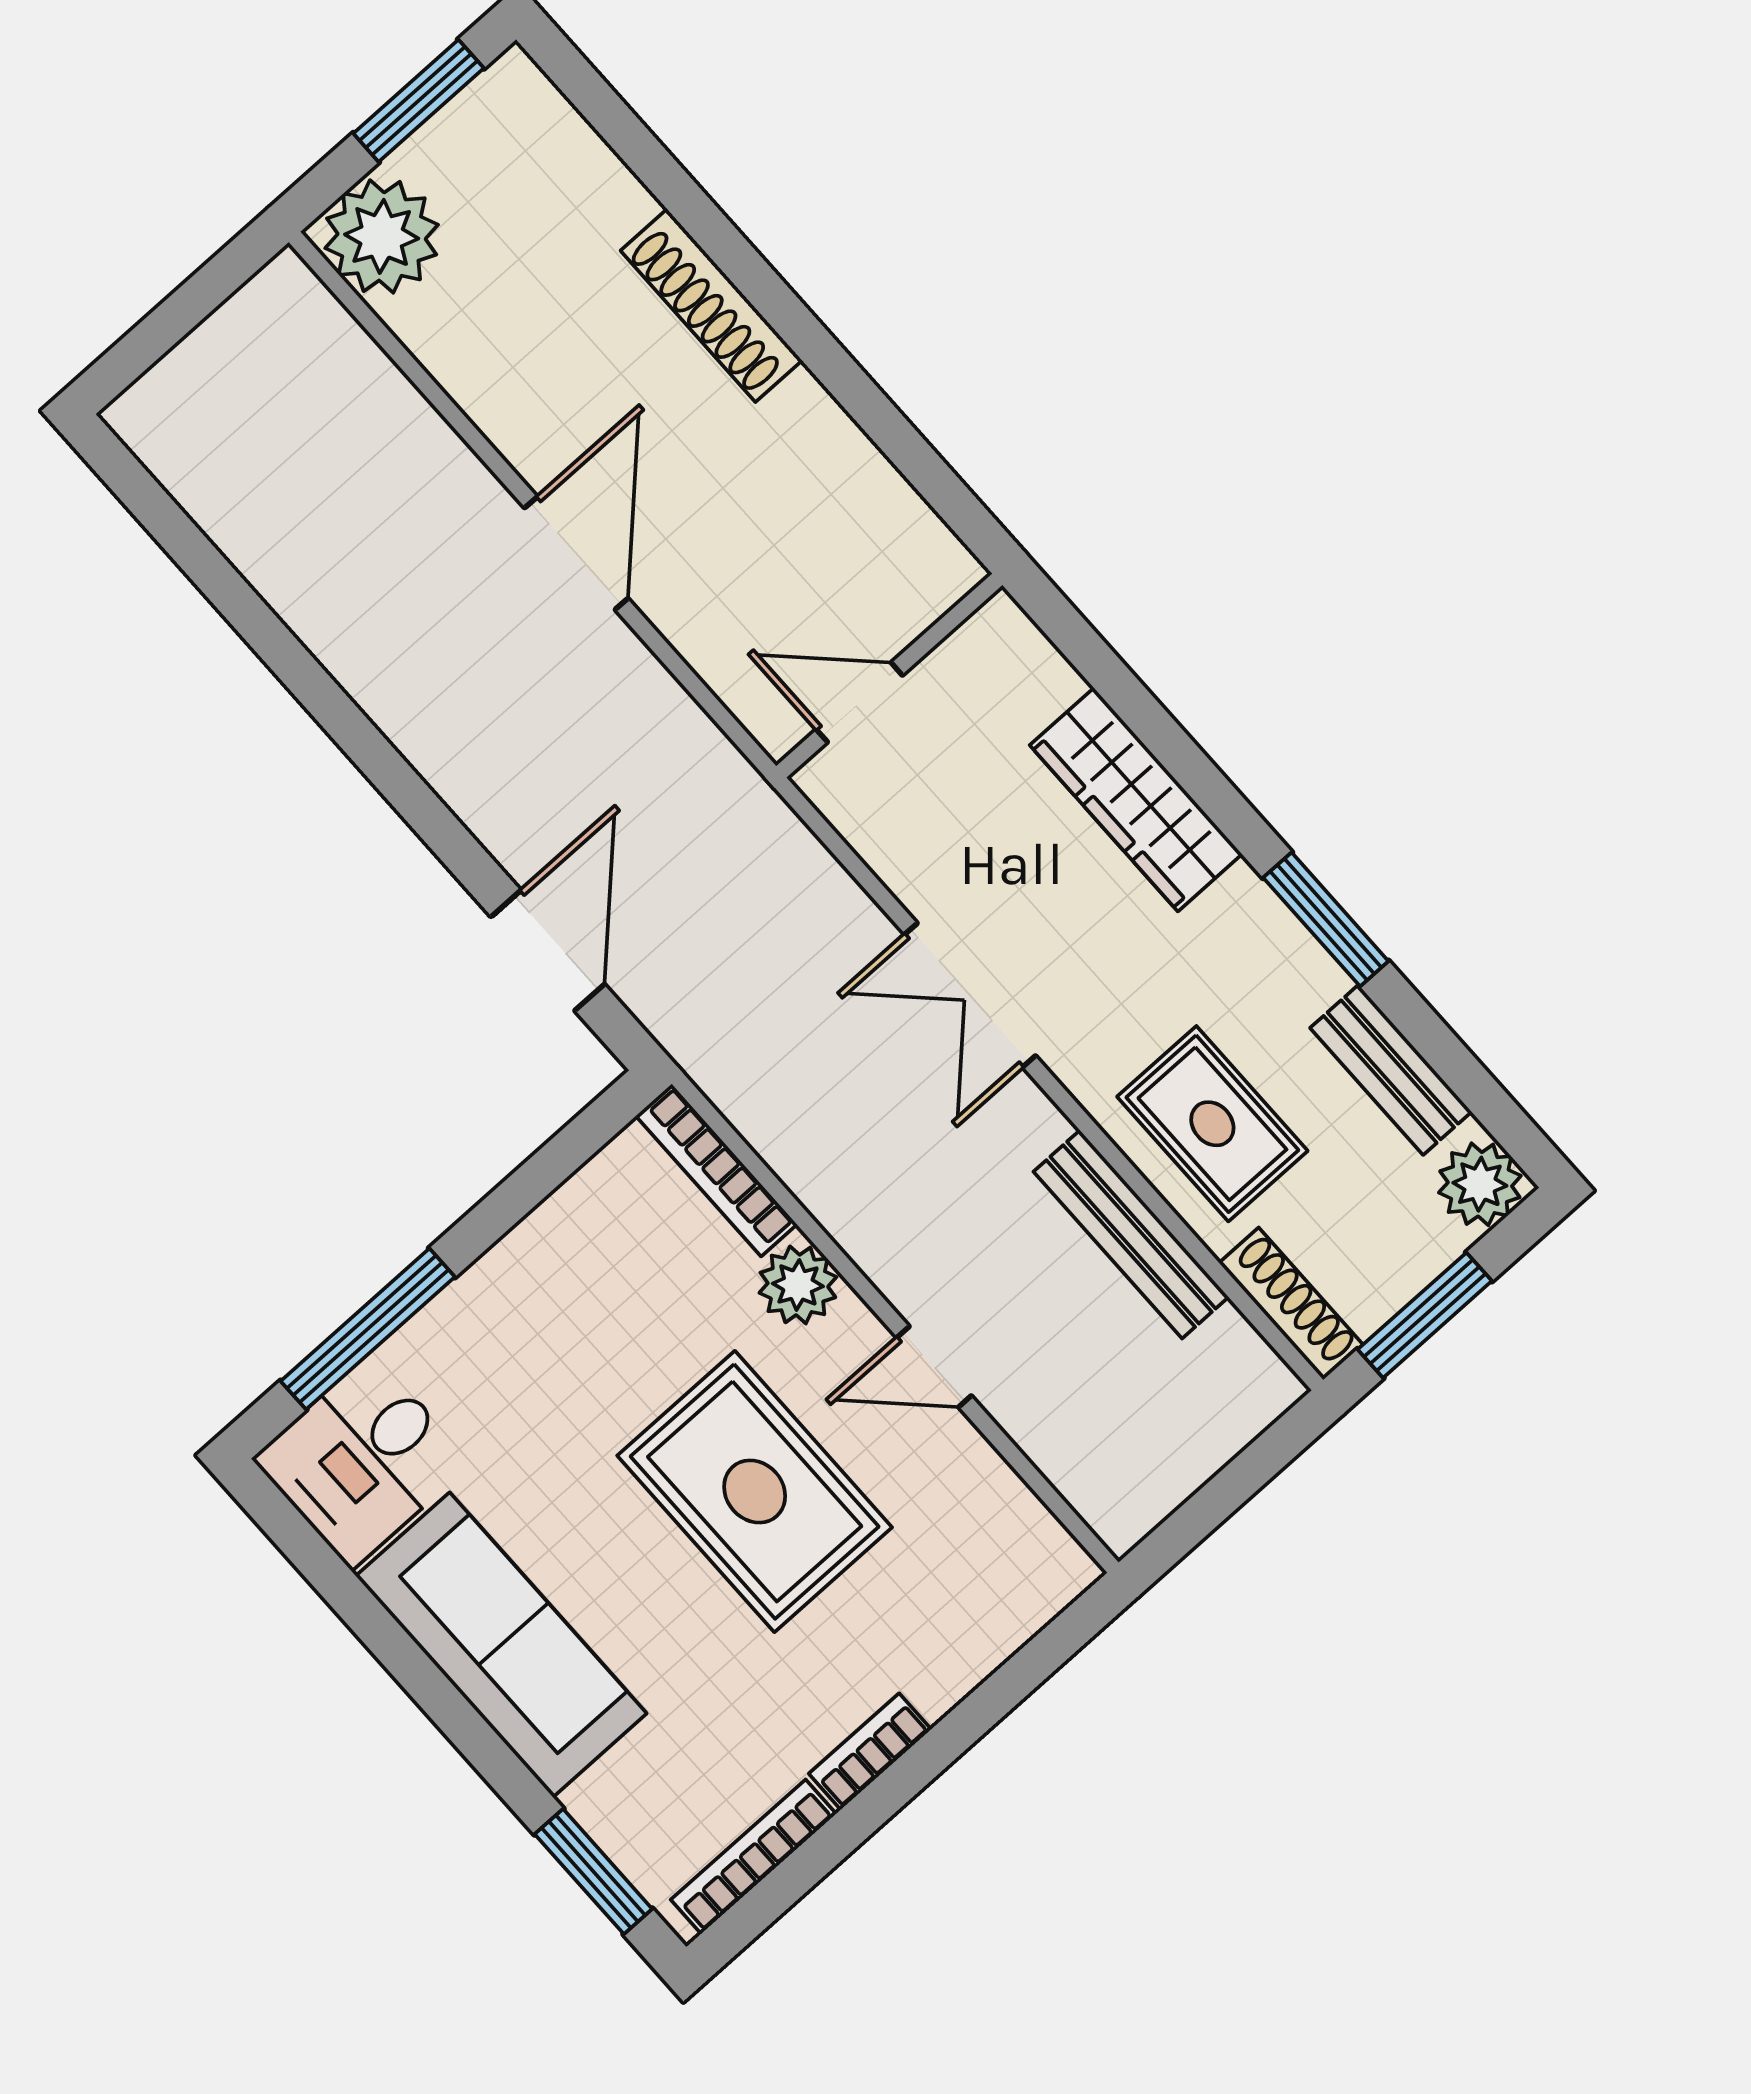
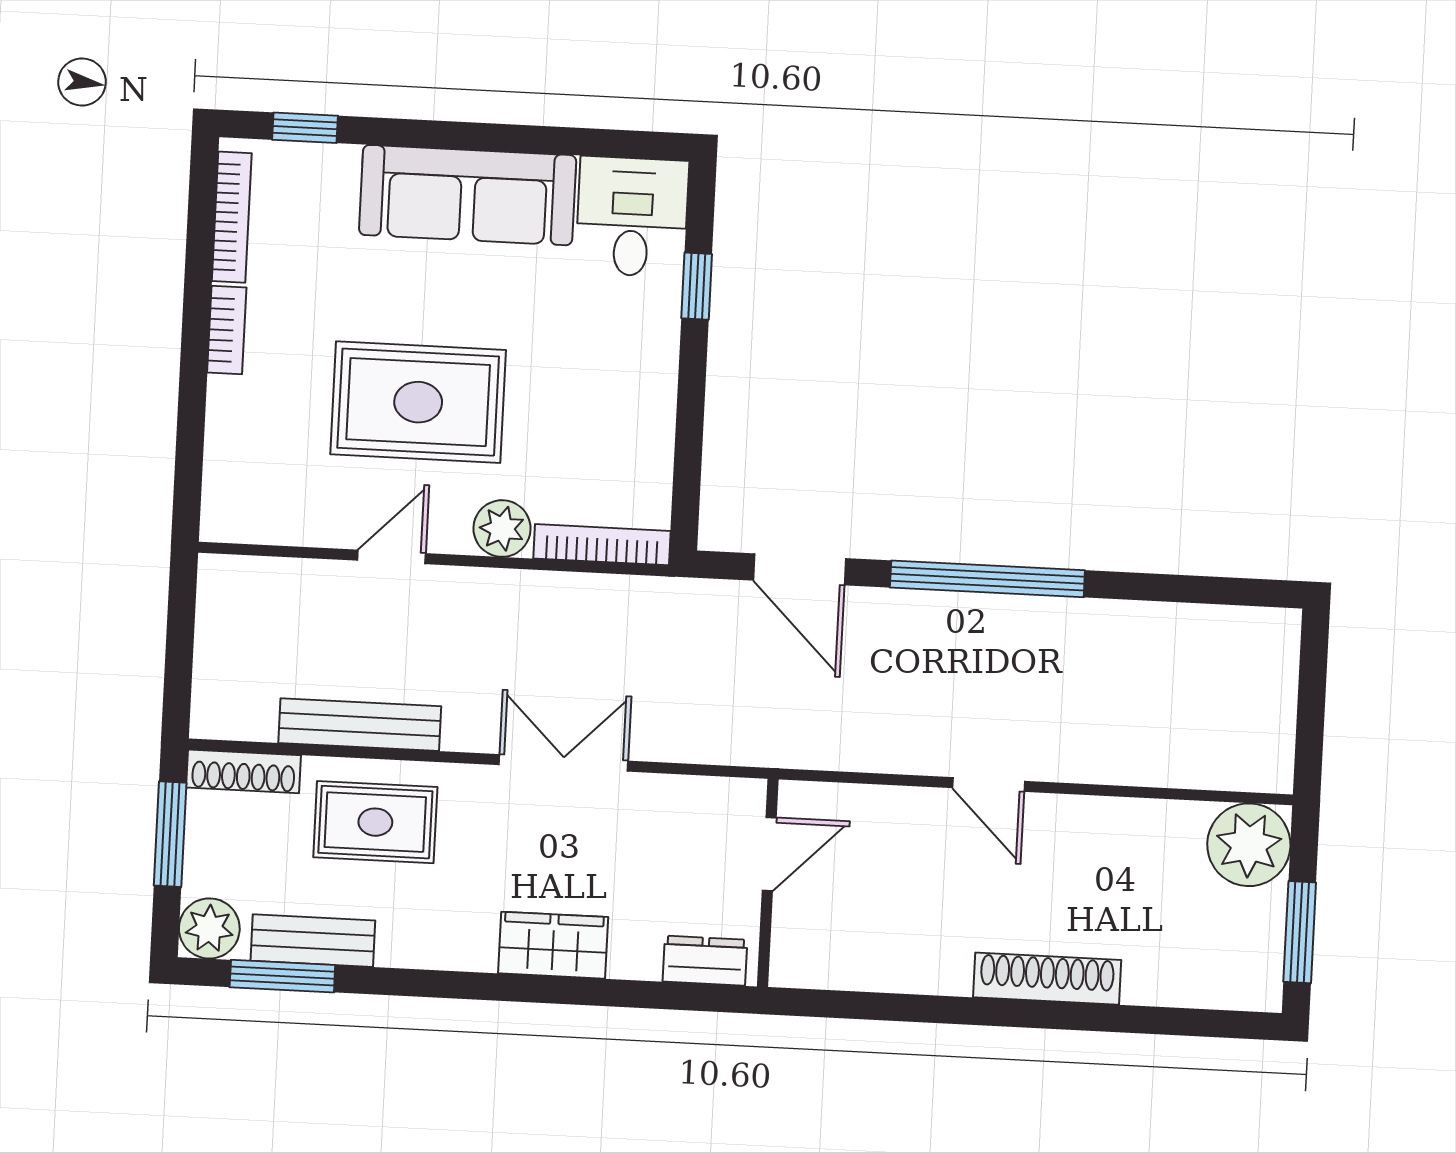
door: (576, 553) -> (989, 784), width x0.73
dresser: (1028, 662) -> (705, 961), added
window: (374, 755) -> (987, 579), added
wardrobe: (1136, 800) -> (553, 945), width x0.67
window: (1326, 919) -> (282, 976), moved
window: (368, 1329) -> (697, 286), width x0.46
window: (593, 1871) -> (305, 128), width x0.67

